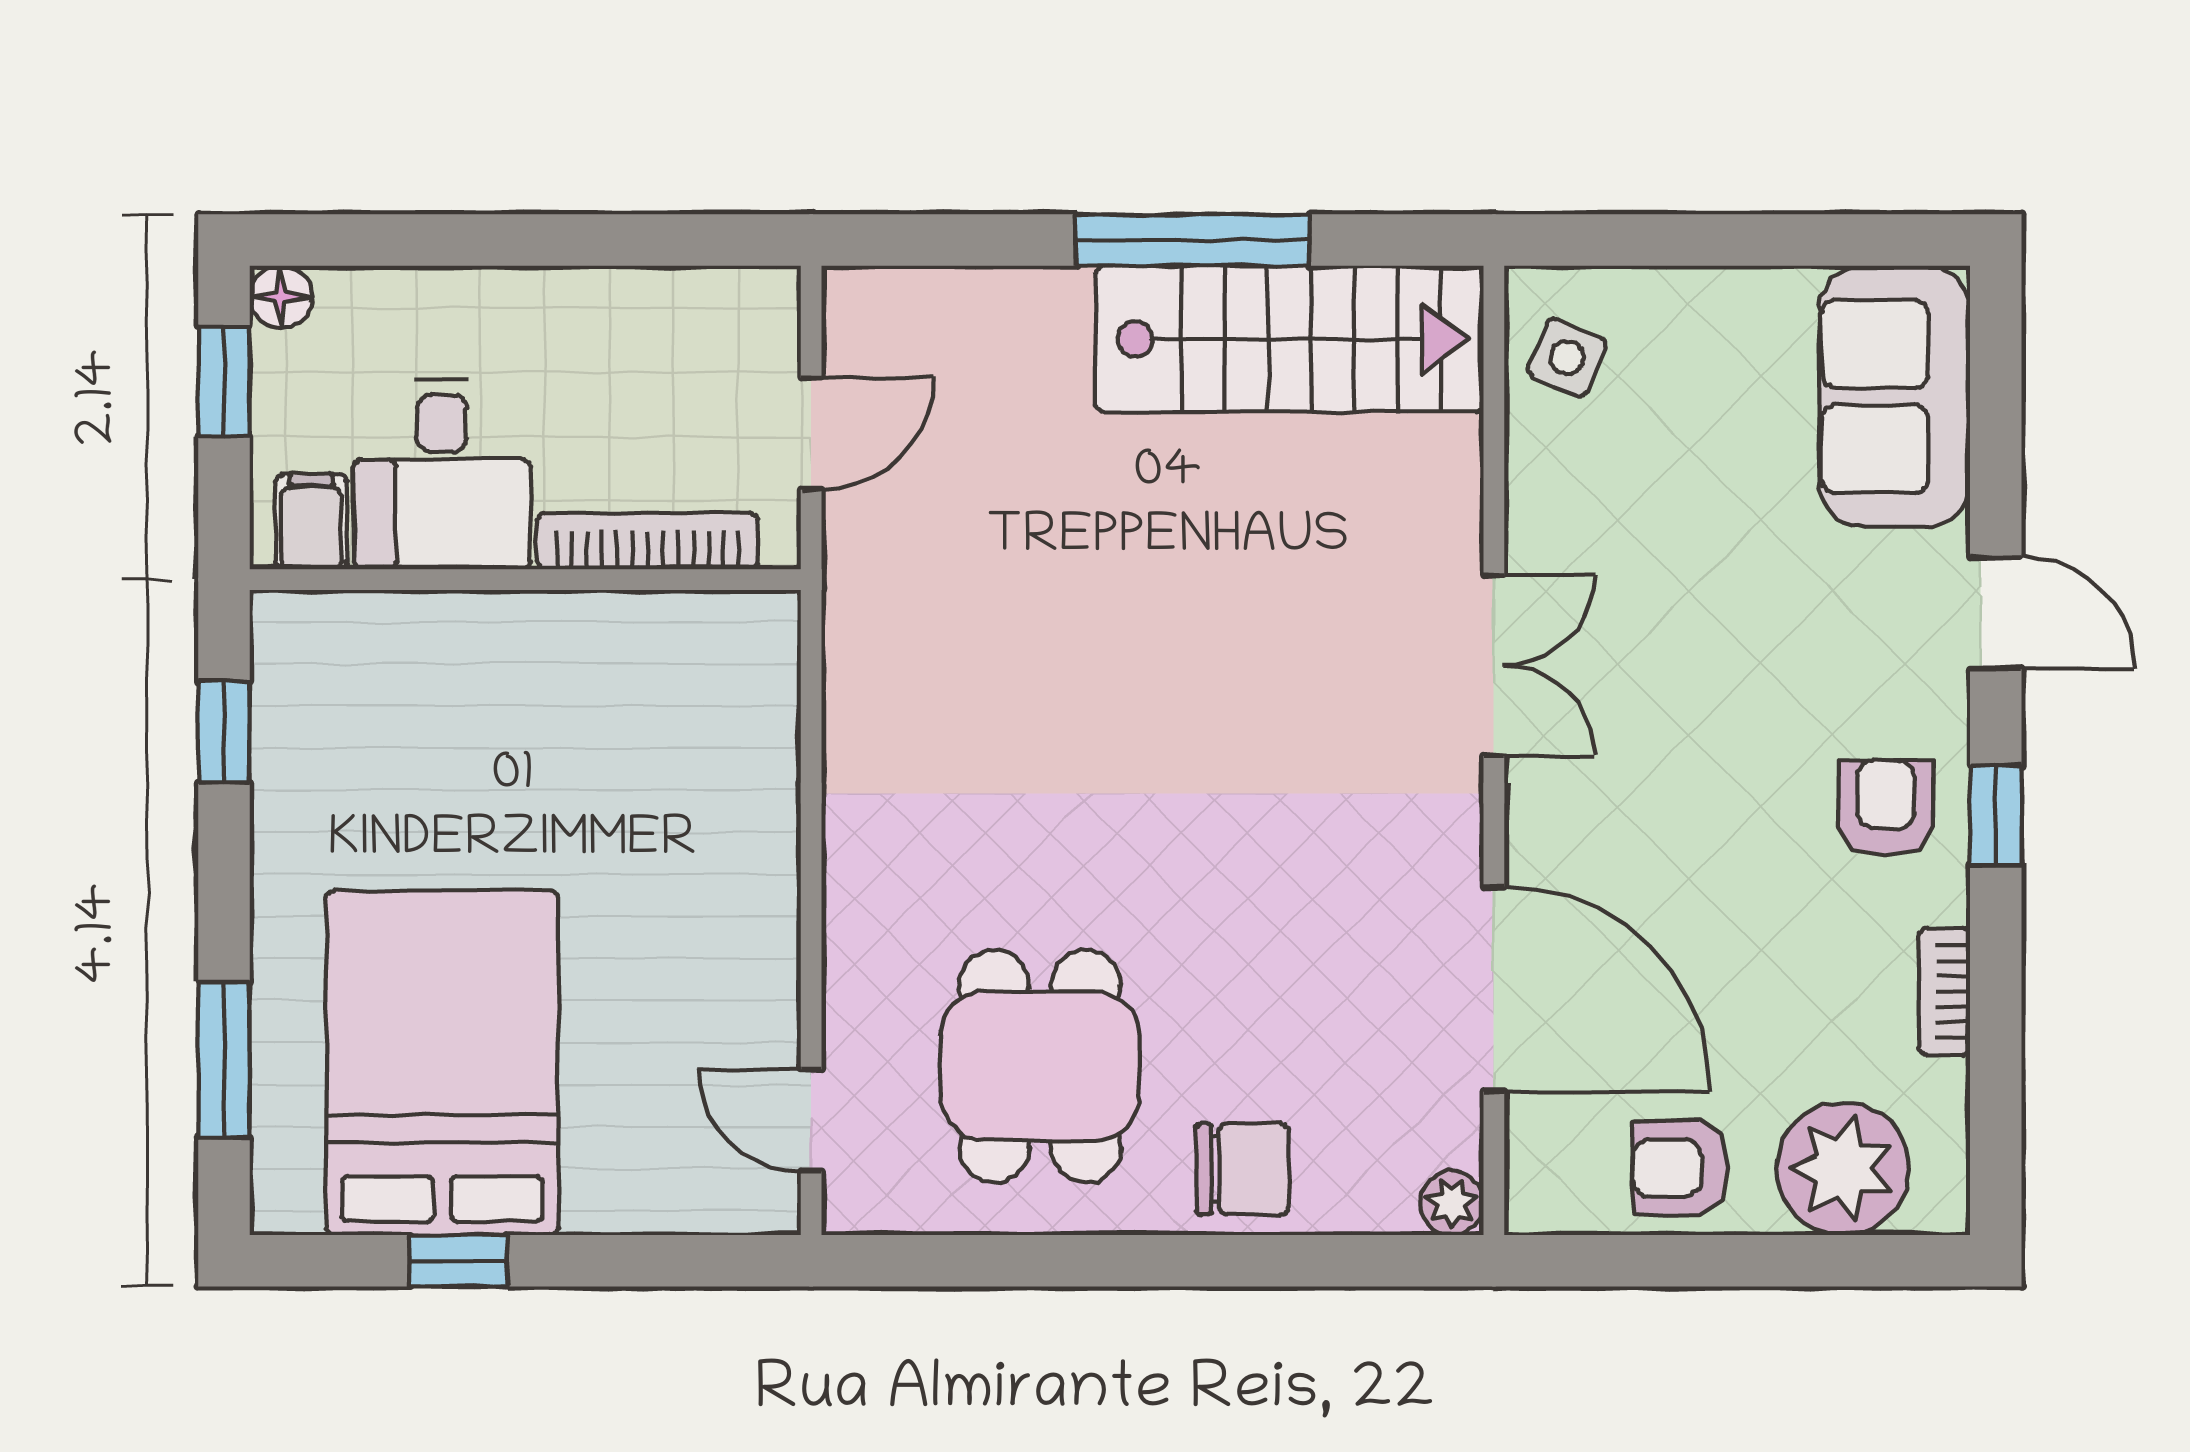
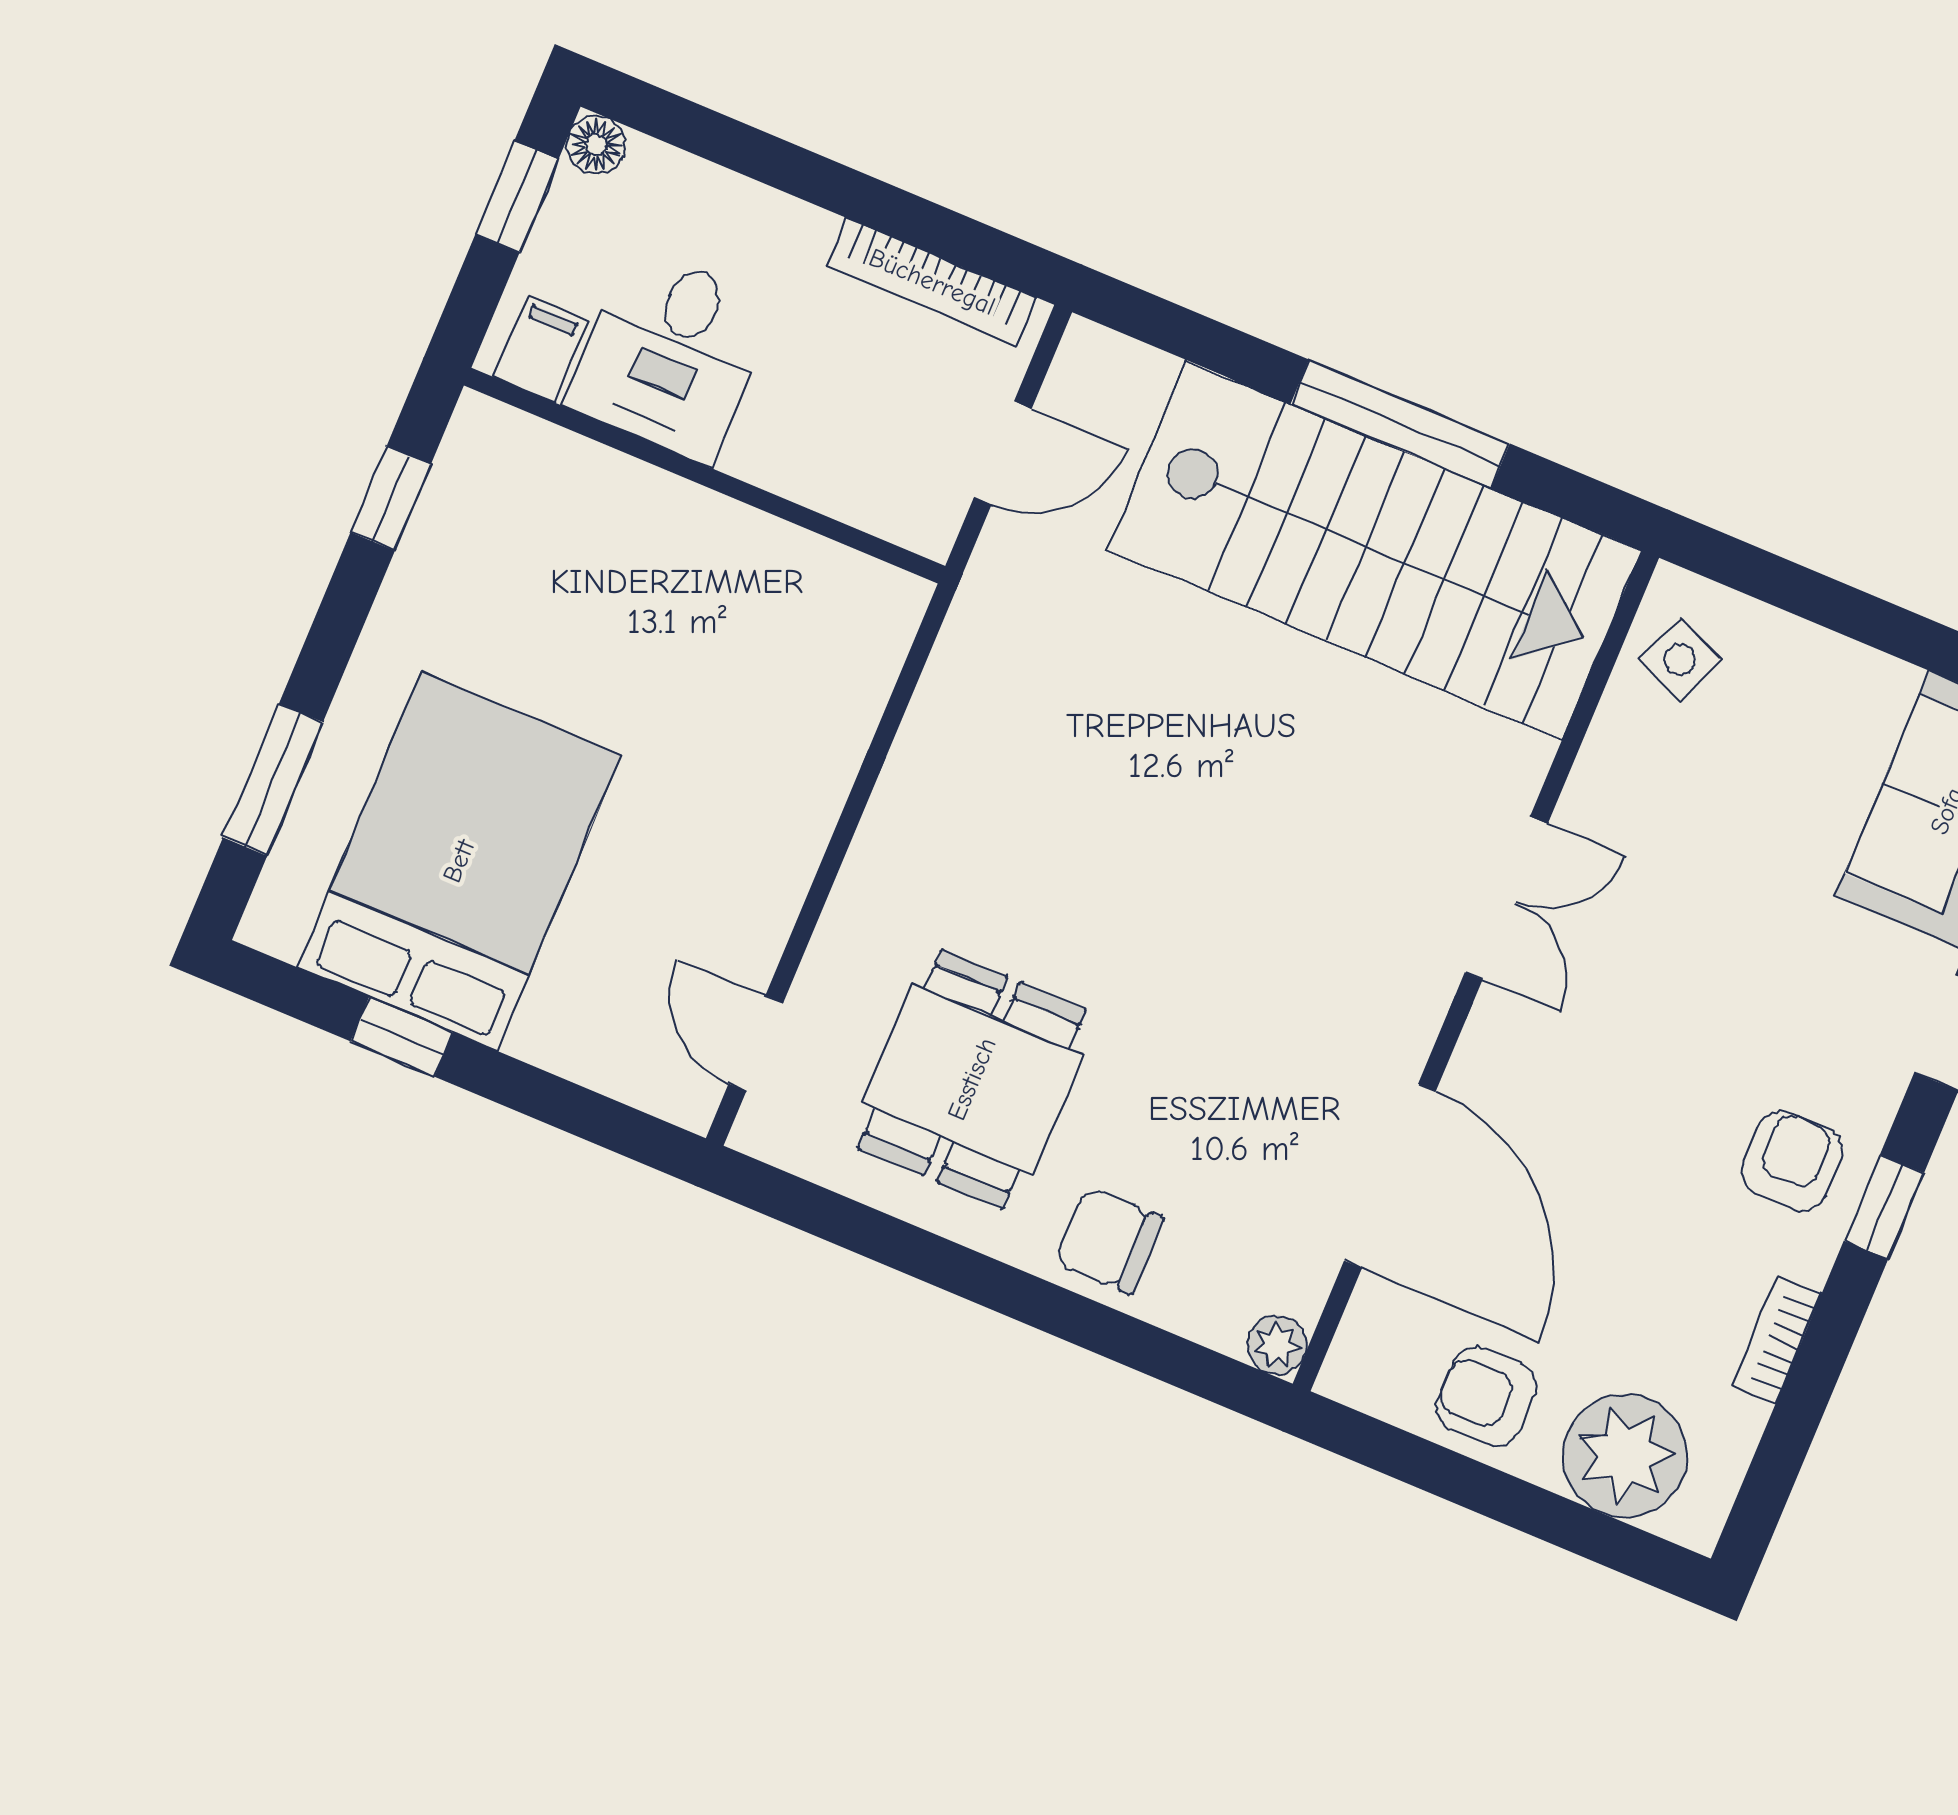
stairs: (1290, 339) -> (1374, 550), width x1.36, depth x1.51
bookcase: (647, 541) -> (932, 282), moved, turned 180
chair: (1243, 1169) -> (1109, 1240), turned 180

